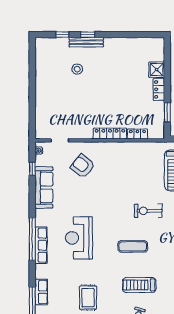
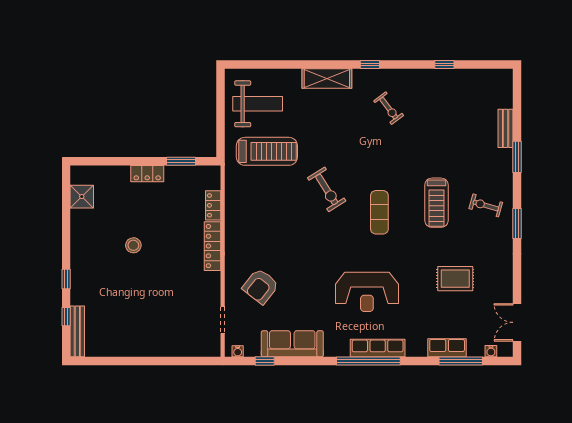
bench: (86, 42) -> (77, 331), moved
stool: (77, 69) -> (133, 245), moved
shower: (157, 70) -> (82, 197), moved
exercise bike: (148, 211) -> (327, 189), turned -32

